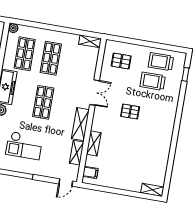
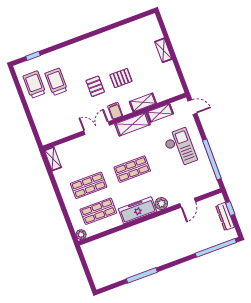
pallet: (121, 61) -> (121, 78), moved, turned 90
trolley: (161, 62) -> (34, 85), turned 180
trolley: (153, 81) -> (56, 82), turned 180
checkout: (24, 146) -> (180, 148), moved
filing cabinet: (90, 172) -> (115, 111), moved
shelving: (152, 190) -> (163, 50), moved

